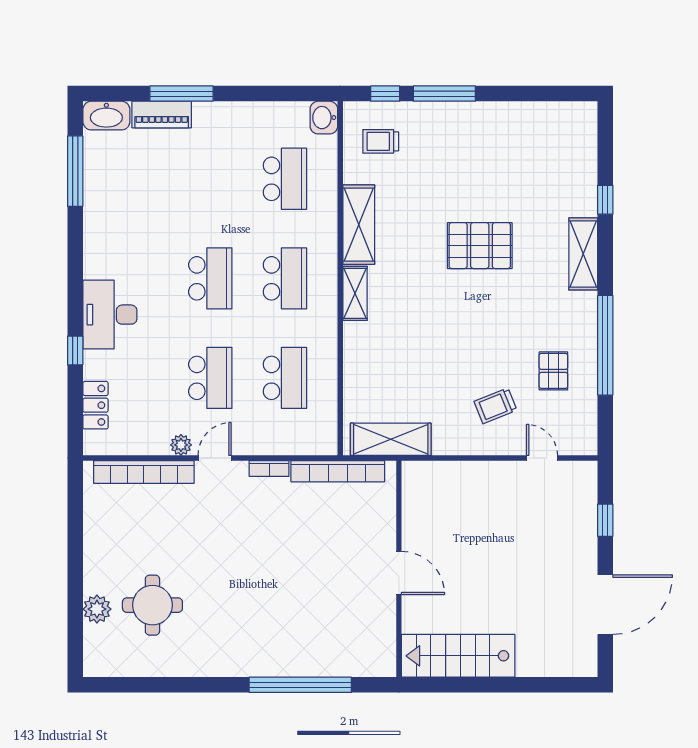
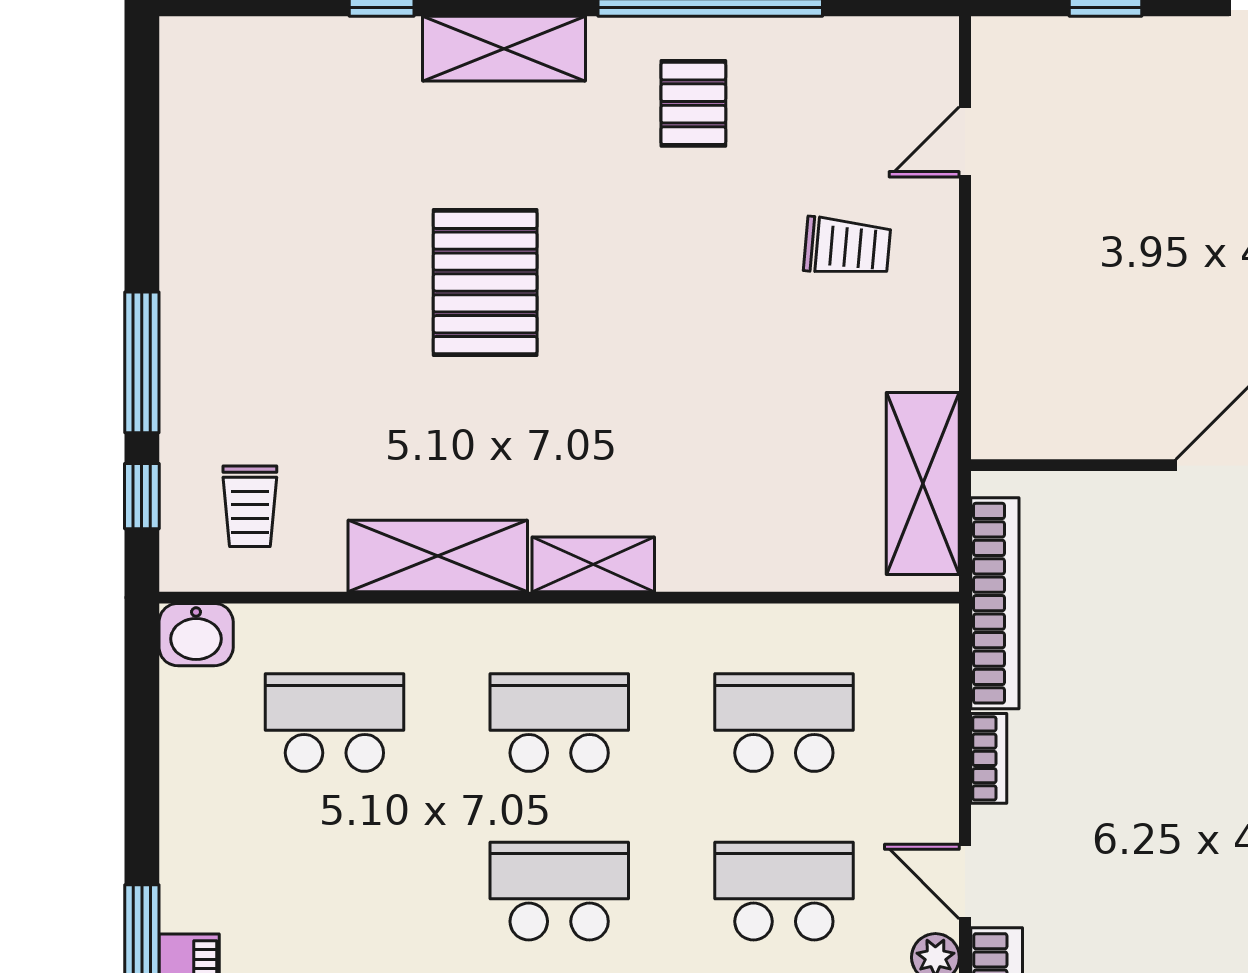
pallet: (553, 371) -> (693, 103), moved, turned 90
trolley: (495, 406) -> (847, 247), turned -63

